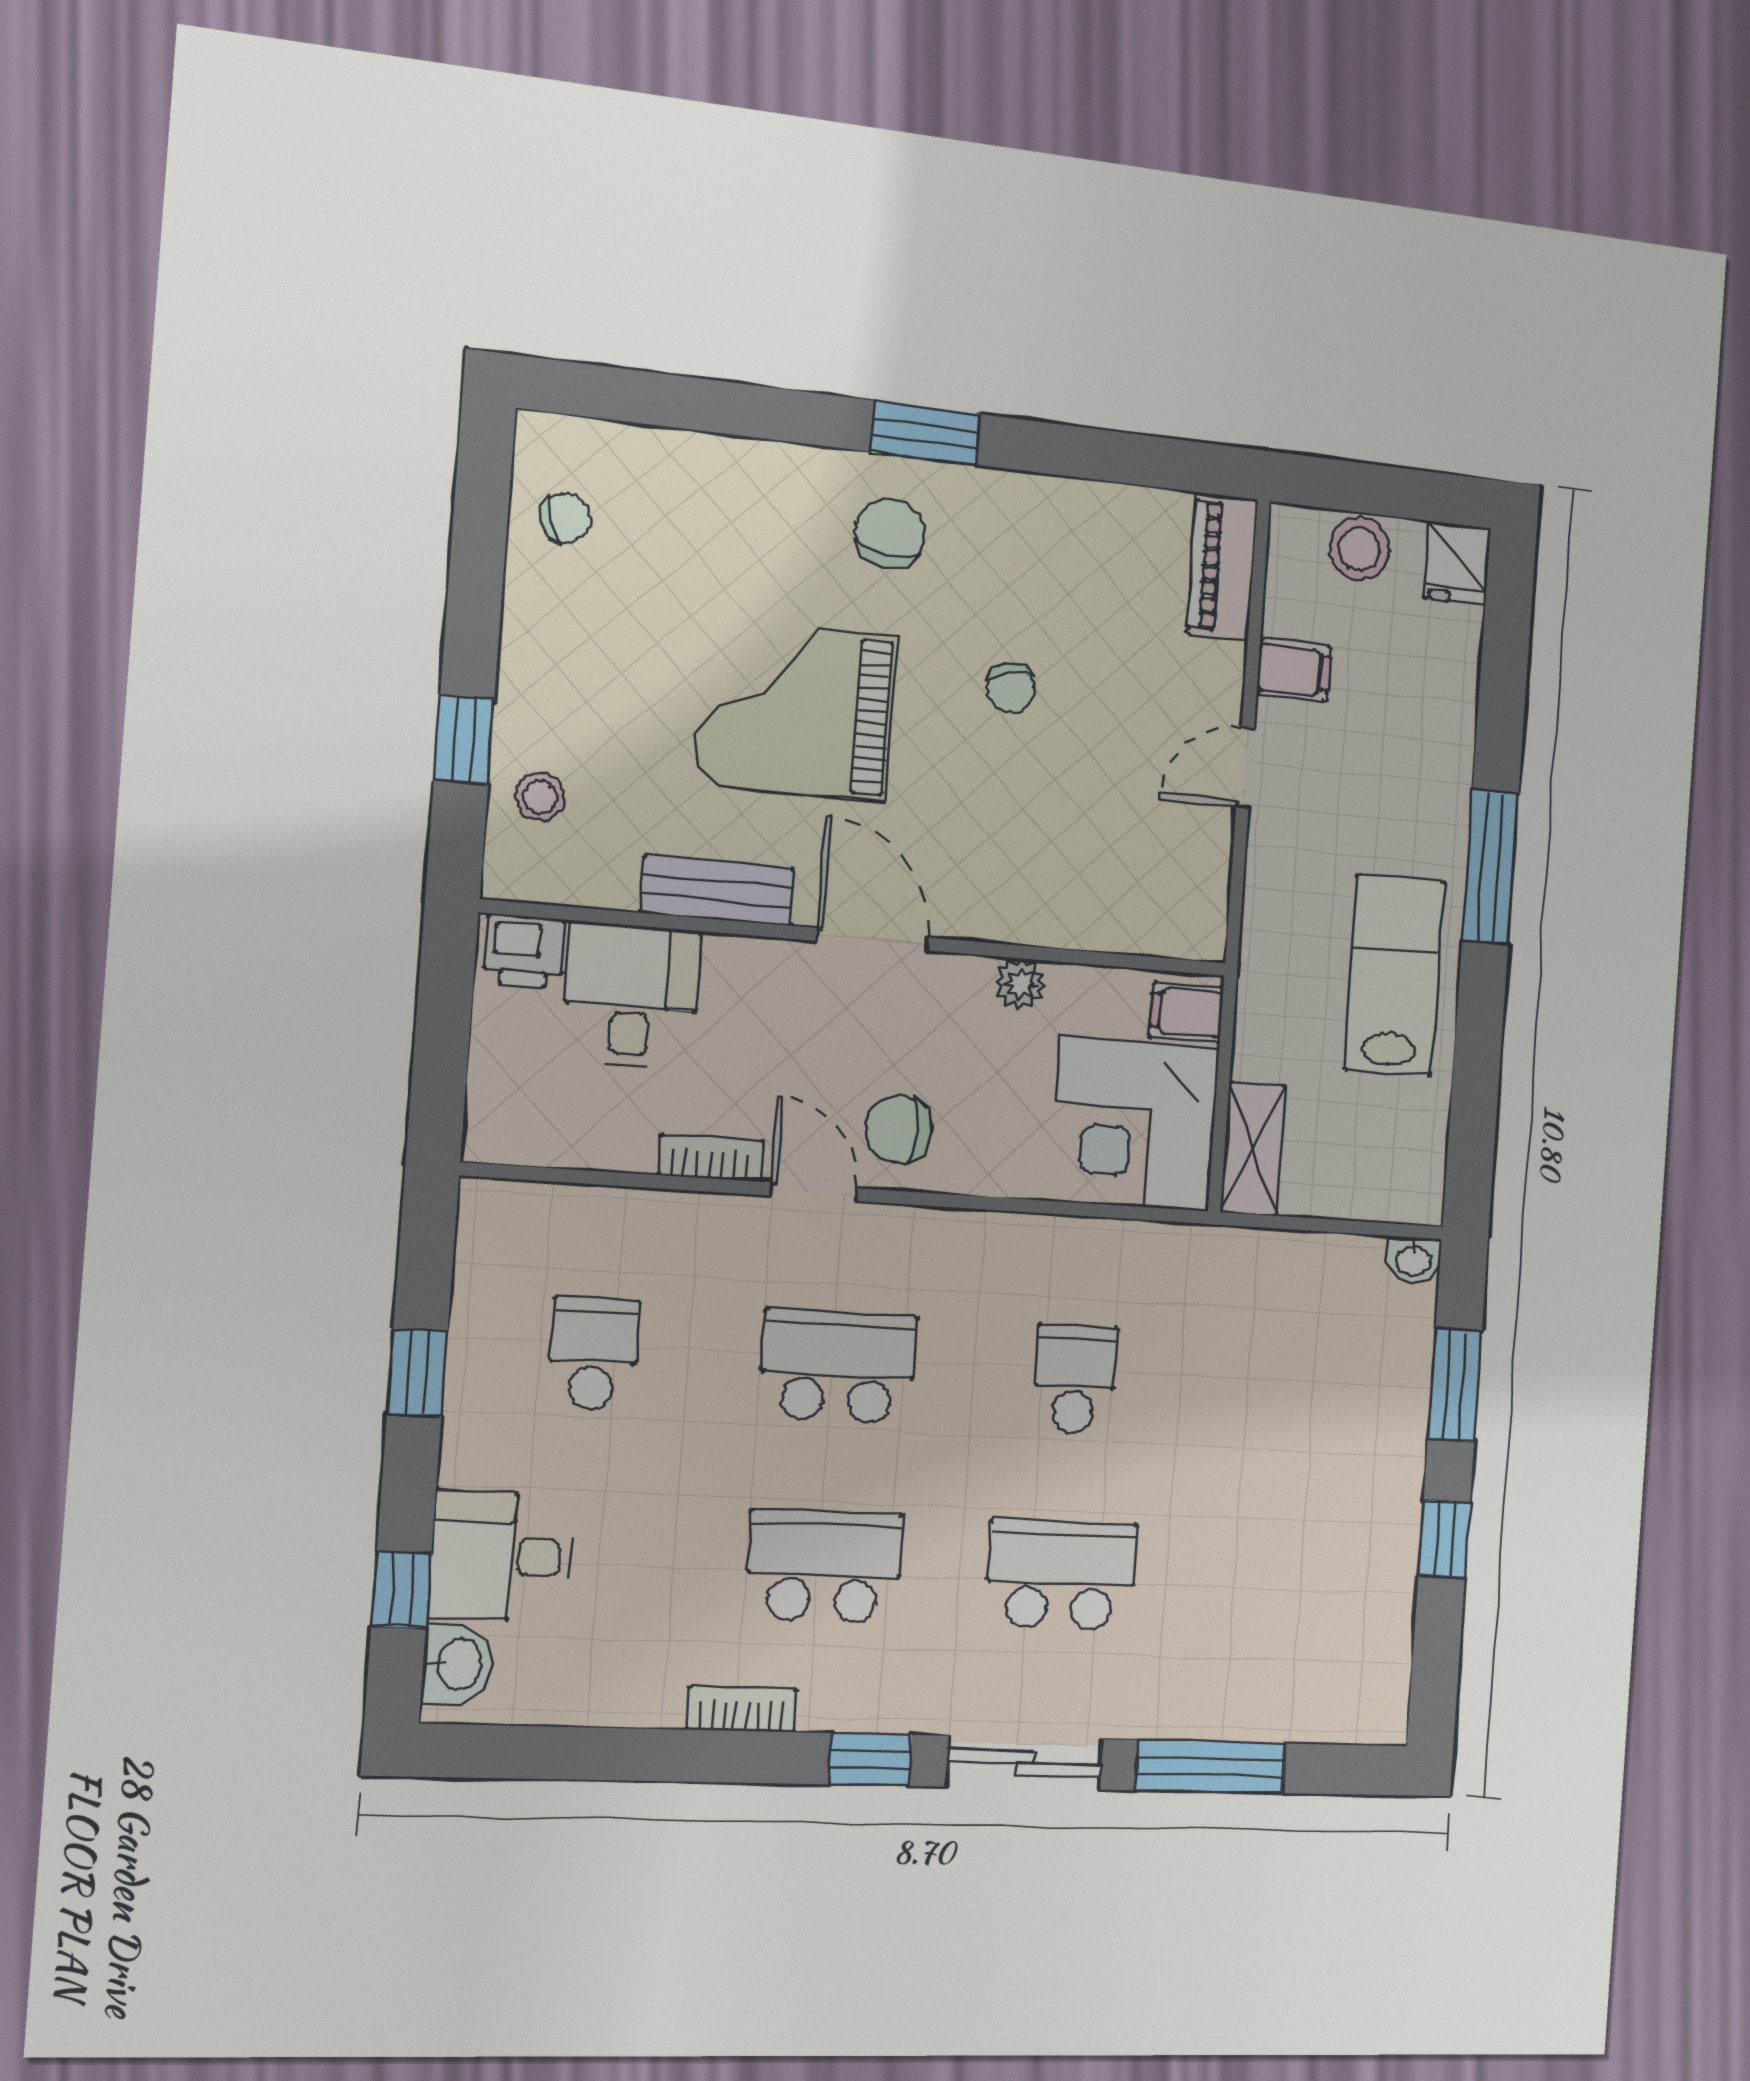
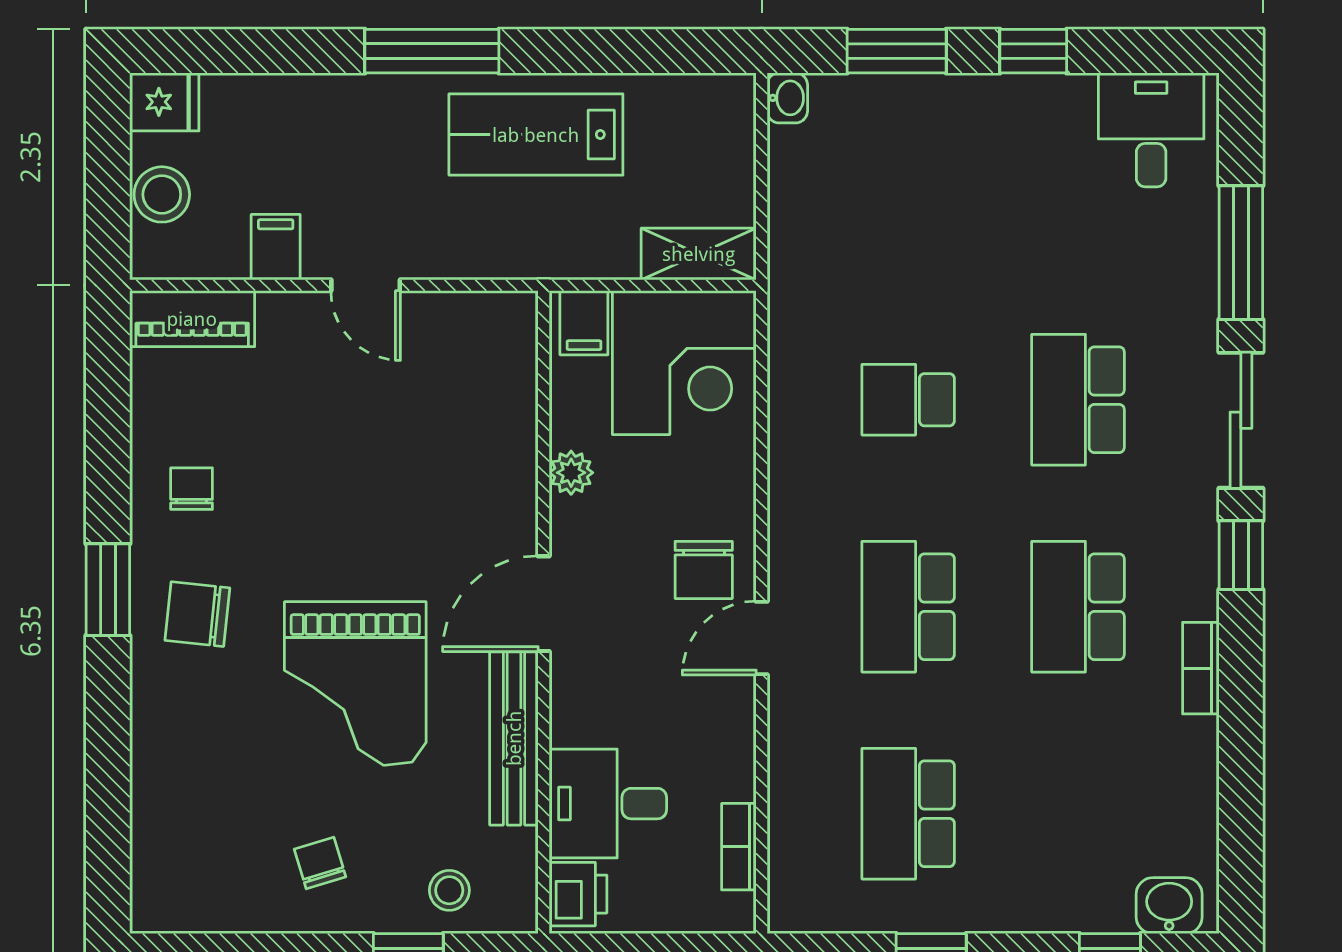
chair: (566, 518) -> (320, 863), moved
chair: (1011, 688) -> (192, 489), moved, turned -78
bench: (717, 891) -> (514, 738), width x1.36
bookcase: (710, 1158) -> (739, 847), moved
school desk: (593, 1354) -> (908, 814), width x1.85
desk: (501, 1556) -> (1151, 130), moved, turned 180

